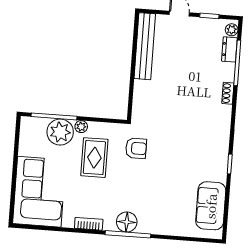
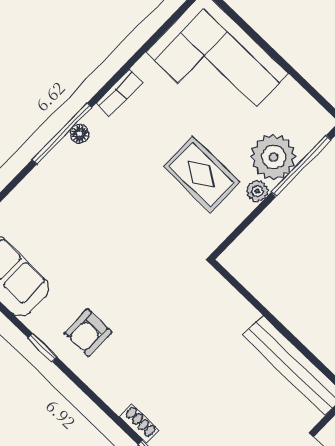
armchair: (136, 148) -> (88, 333), moved
floor lamp: (127, 222) -> (79, 134), width x0.53, depth x0.53

